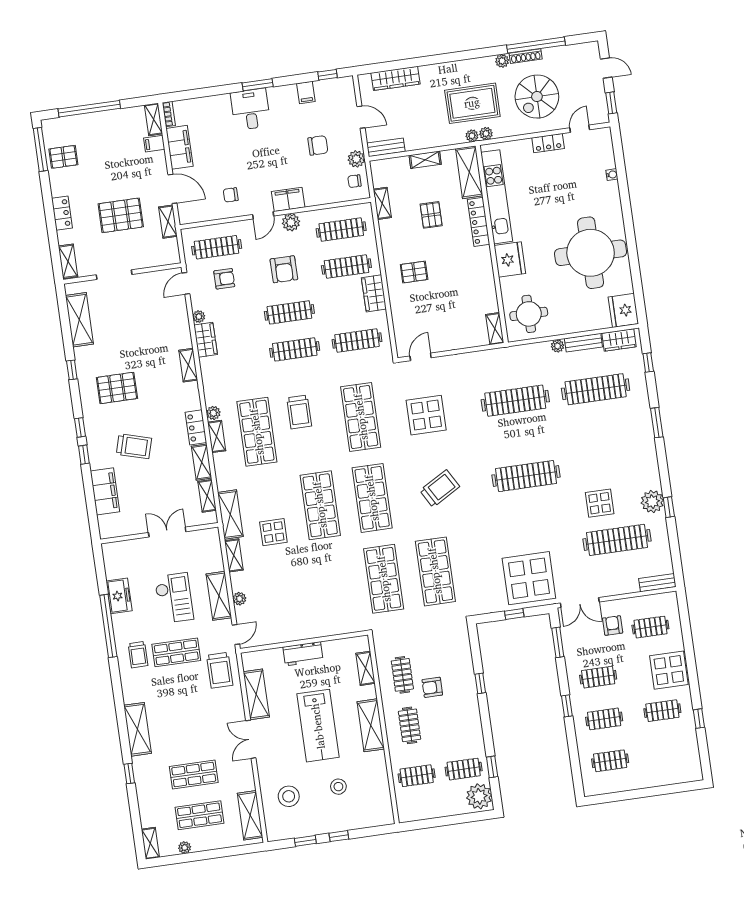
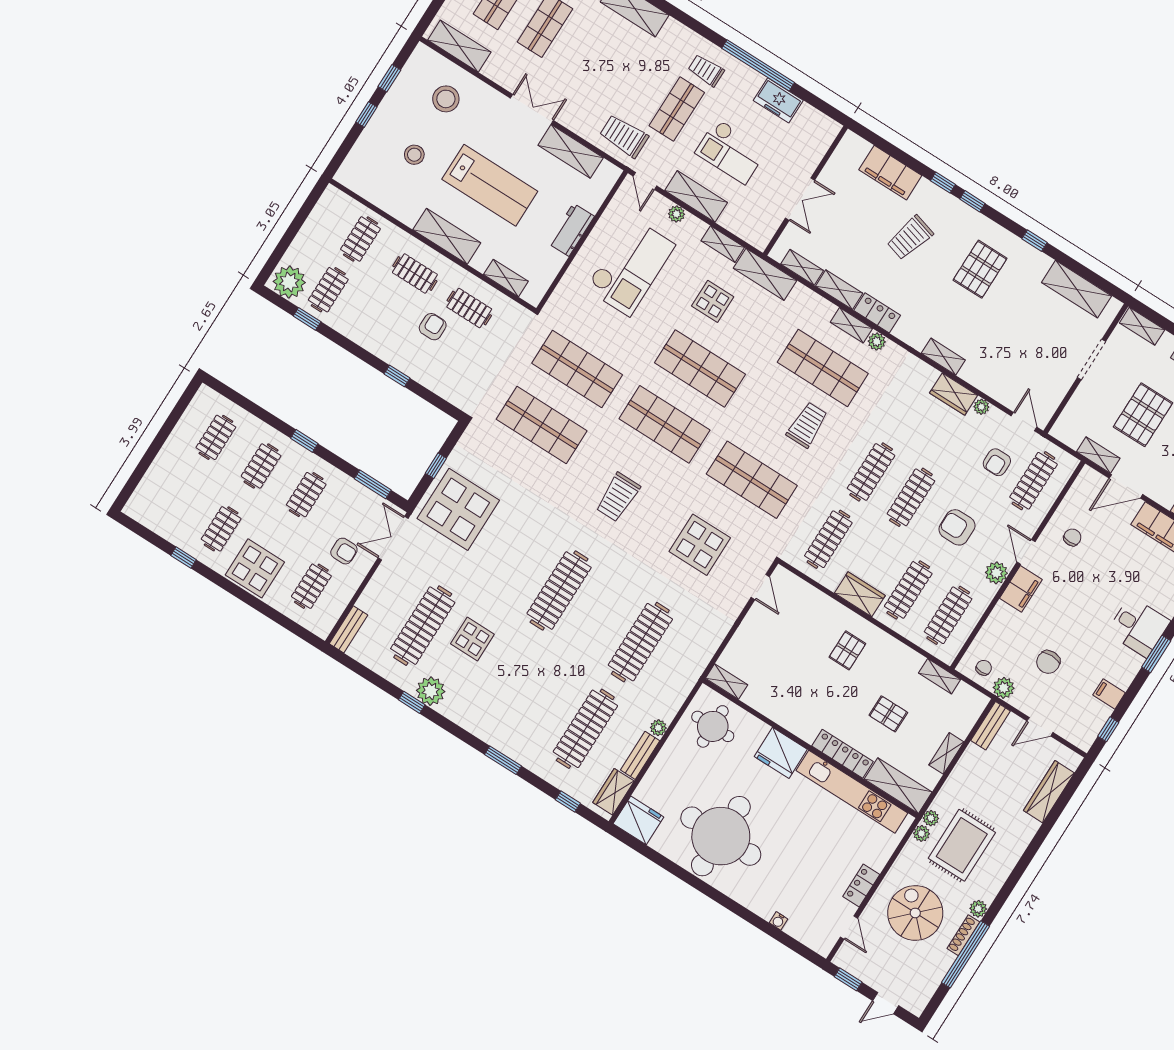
trolley: (299, 412) -> (807, 425), turned 90
trolley: (440, 489) -> (618, 497), turned 30
checkout: (295, 599) -> (630, 267), added
lab bench: (318, 726) -> (490, 185), turned 180

